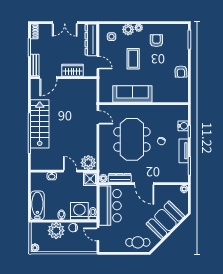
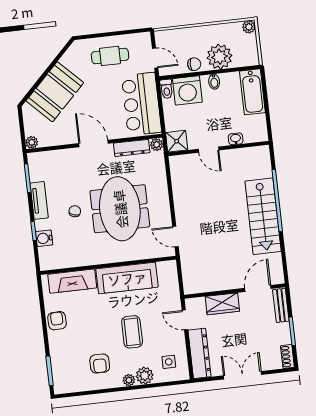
fireplace: (168, 96) -> (72, 281), added
plant: (88, 163) -> (182, 166), removed
cafe table: (138, 242) -> (110, 56), moved

